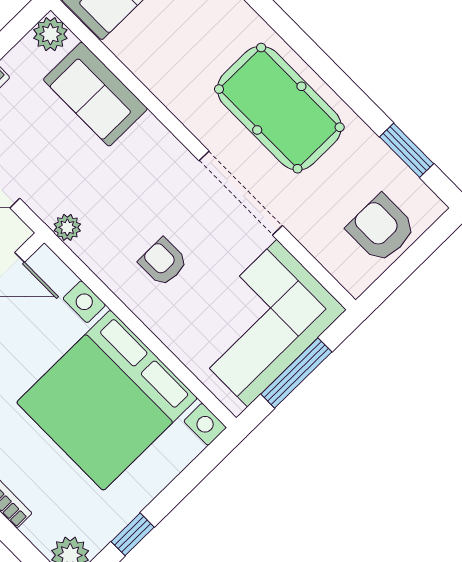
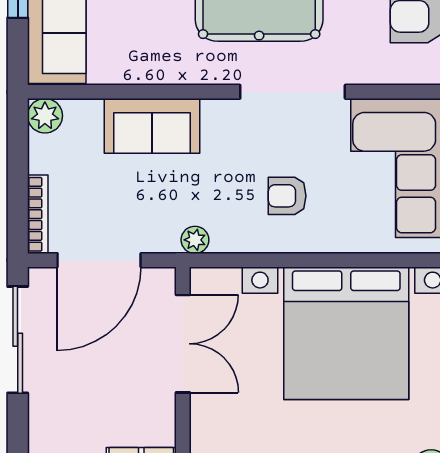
sofa: (95, 94) -> (152, 126), moved

